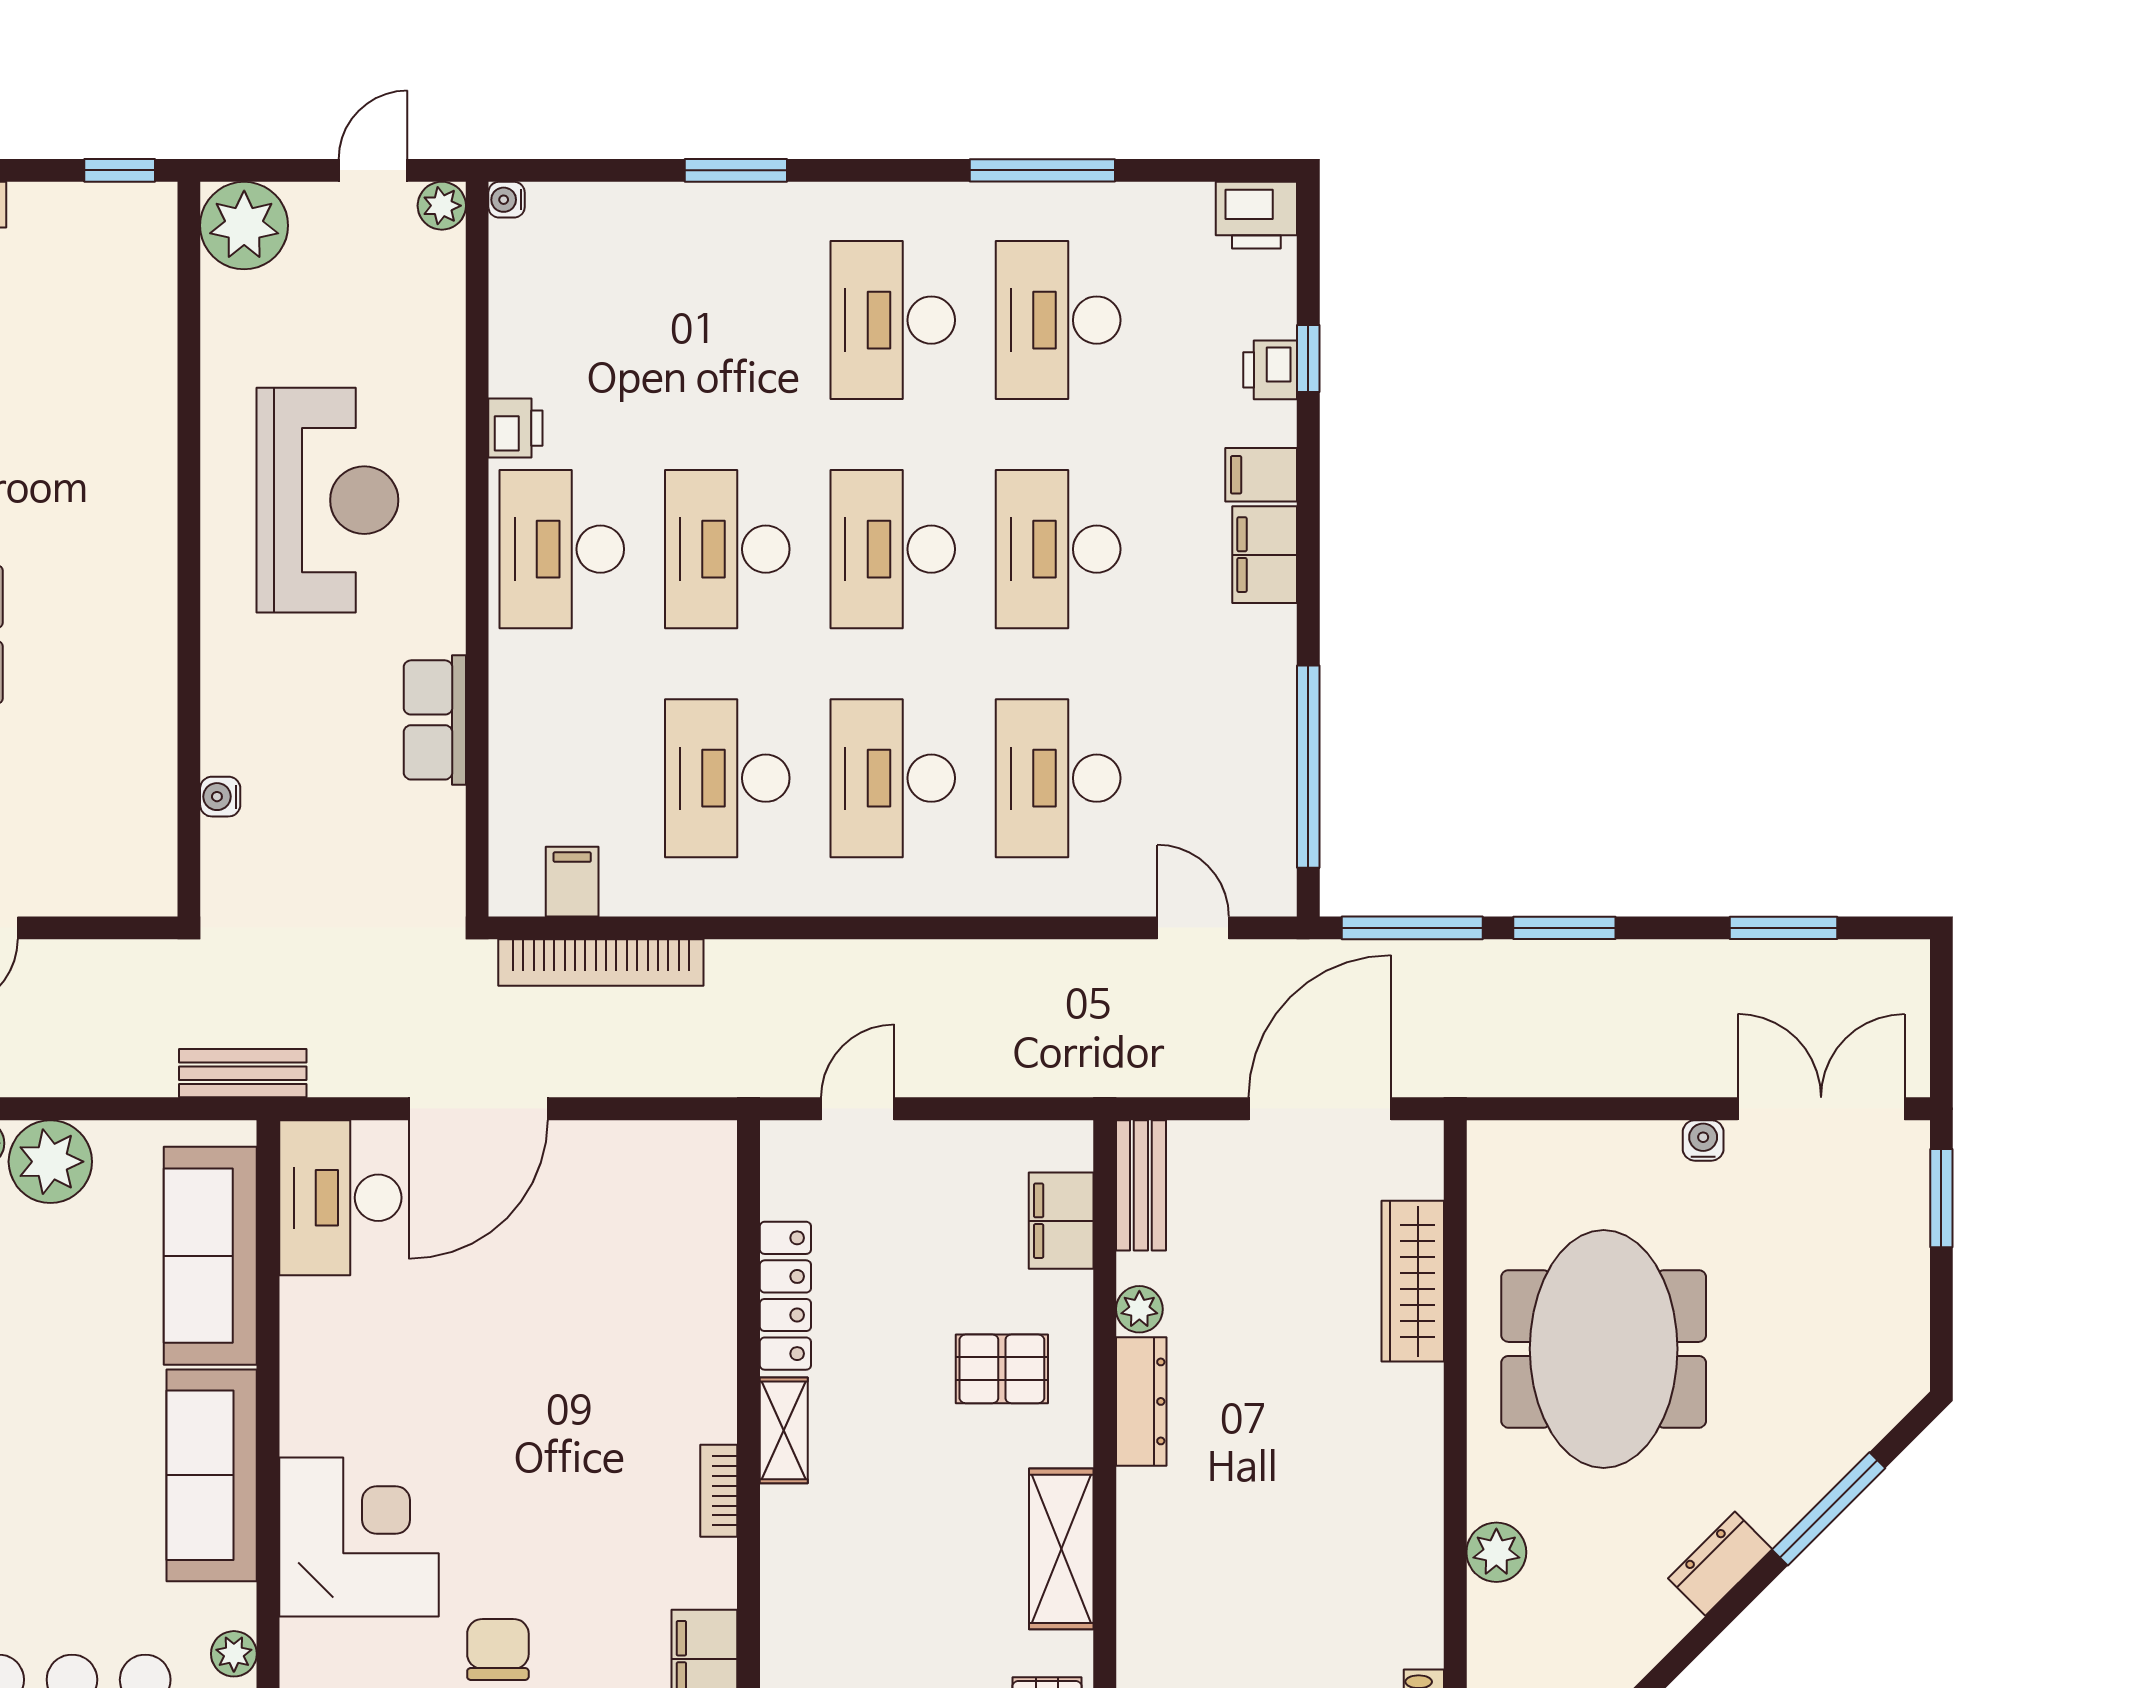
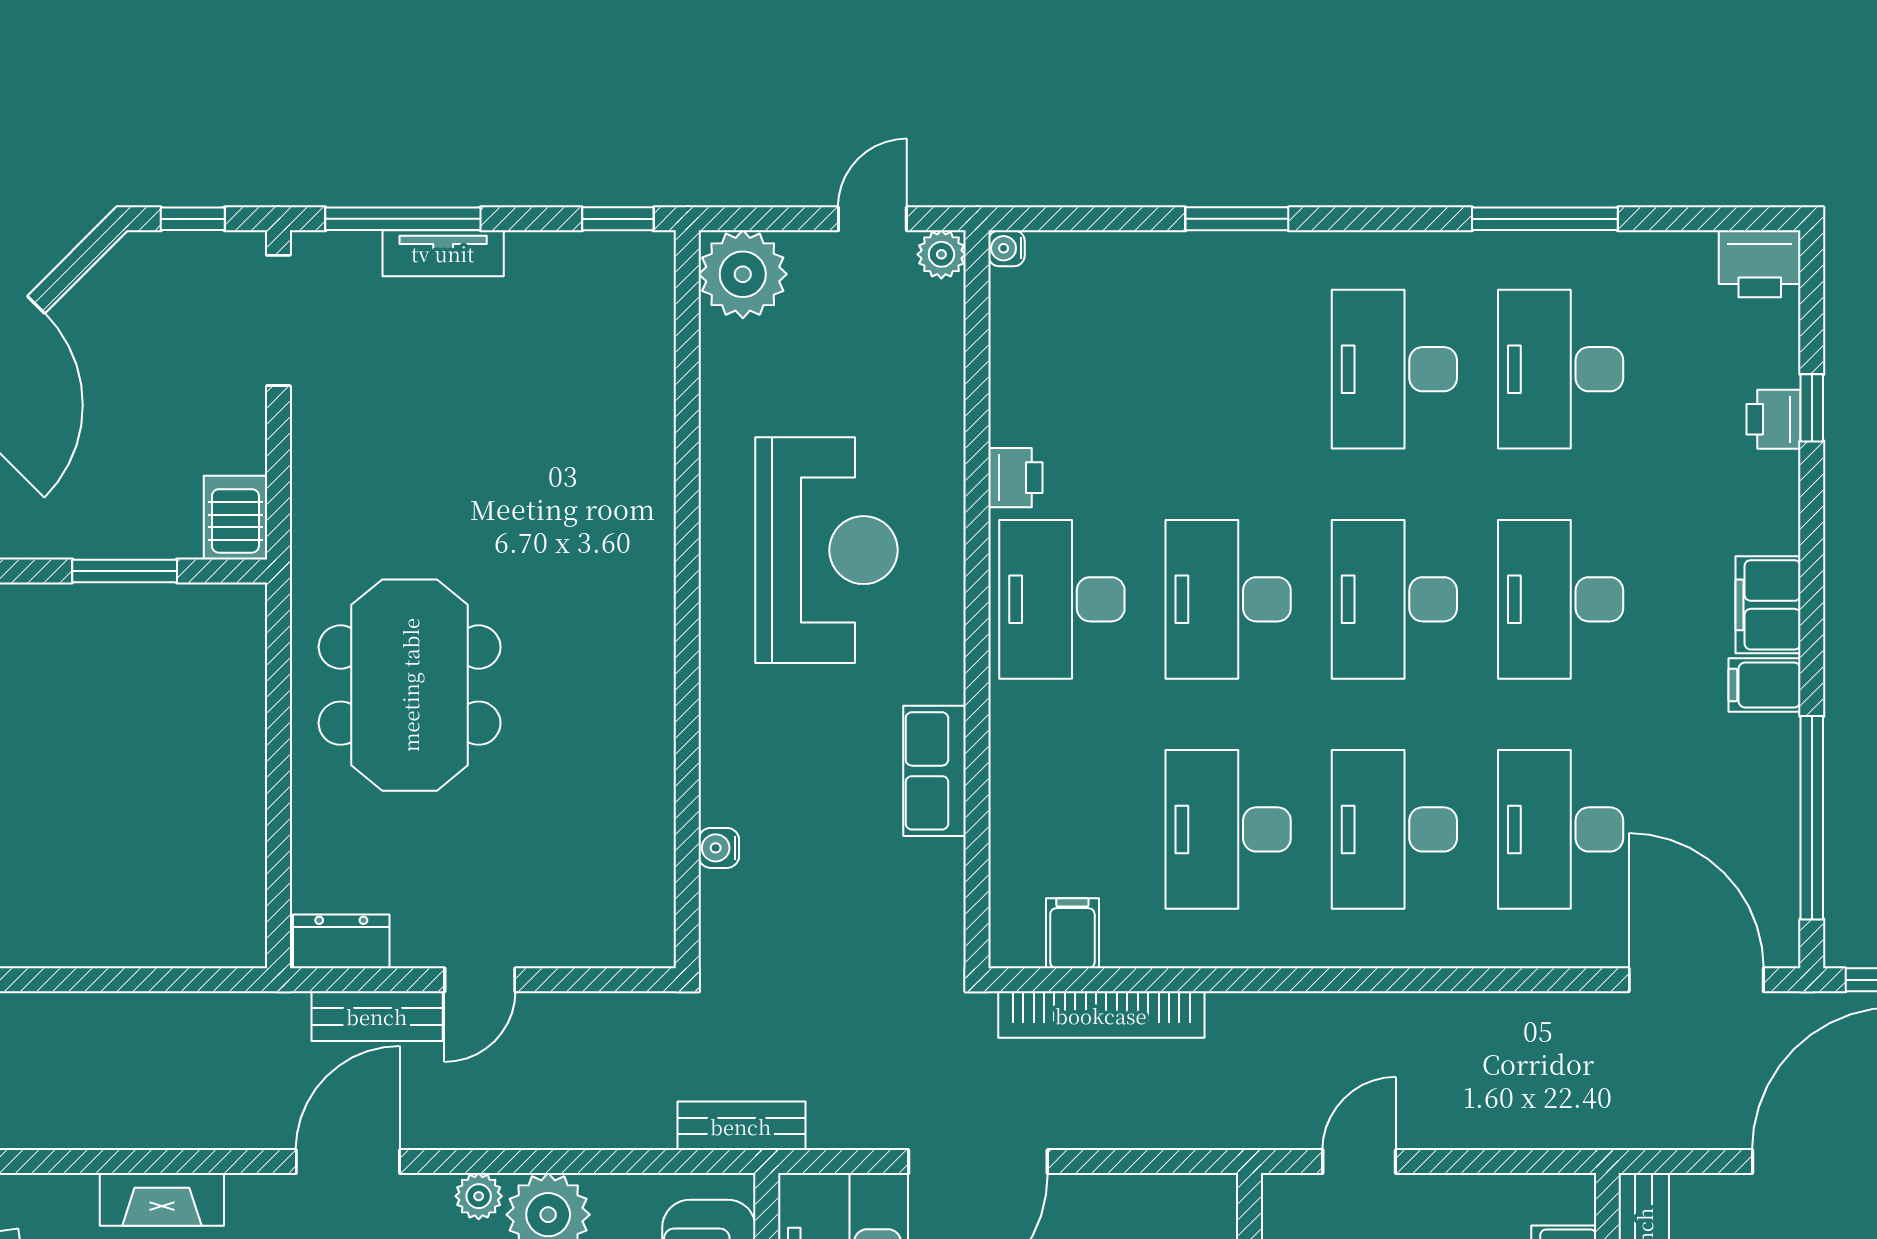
filing cabinet: (1261, 475) -> (1765, 685), moved
door: (1193, 928) -> (1696, 980), width x1.87

